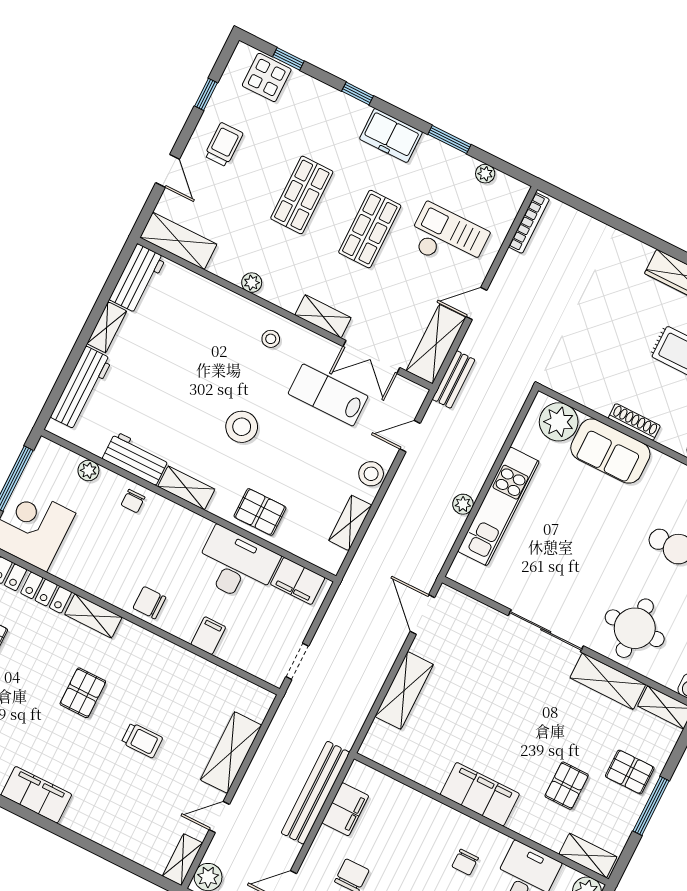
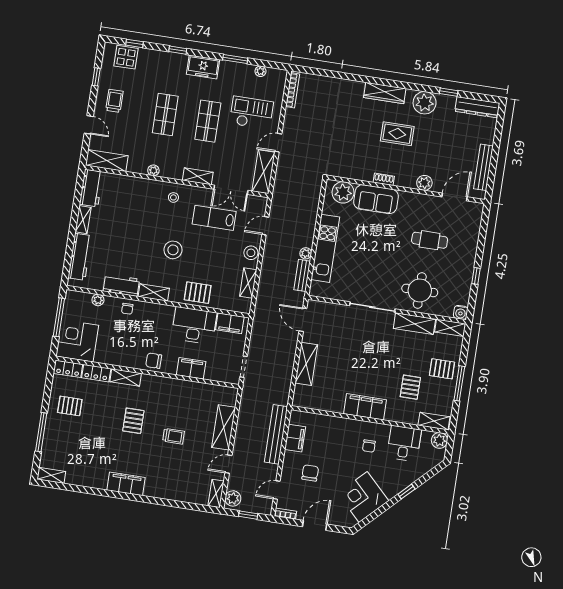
bench: (454, 379) -> (302, 275), moved
shoe rack: (634, 422) -> (384, 179), width x0.70
filing cabinet: (208, 636) -> (191, 368), width x2.00

